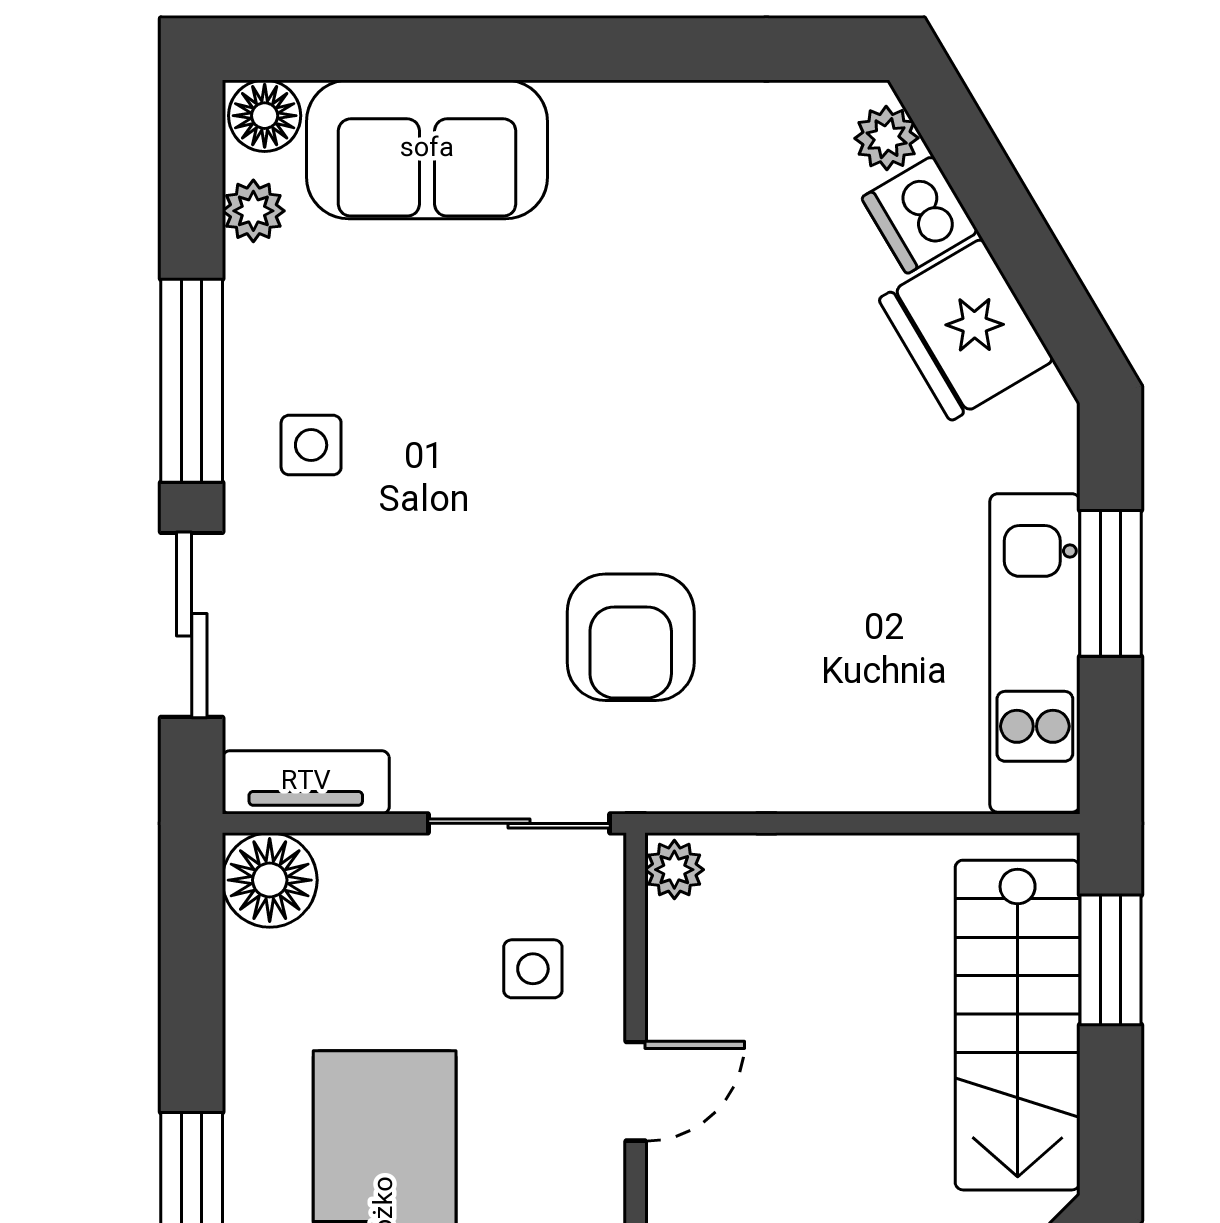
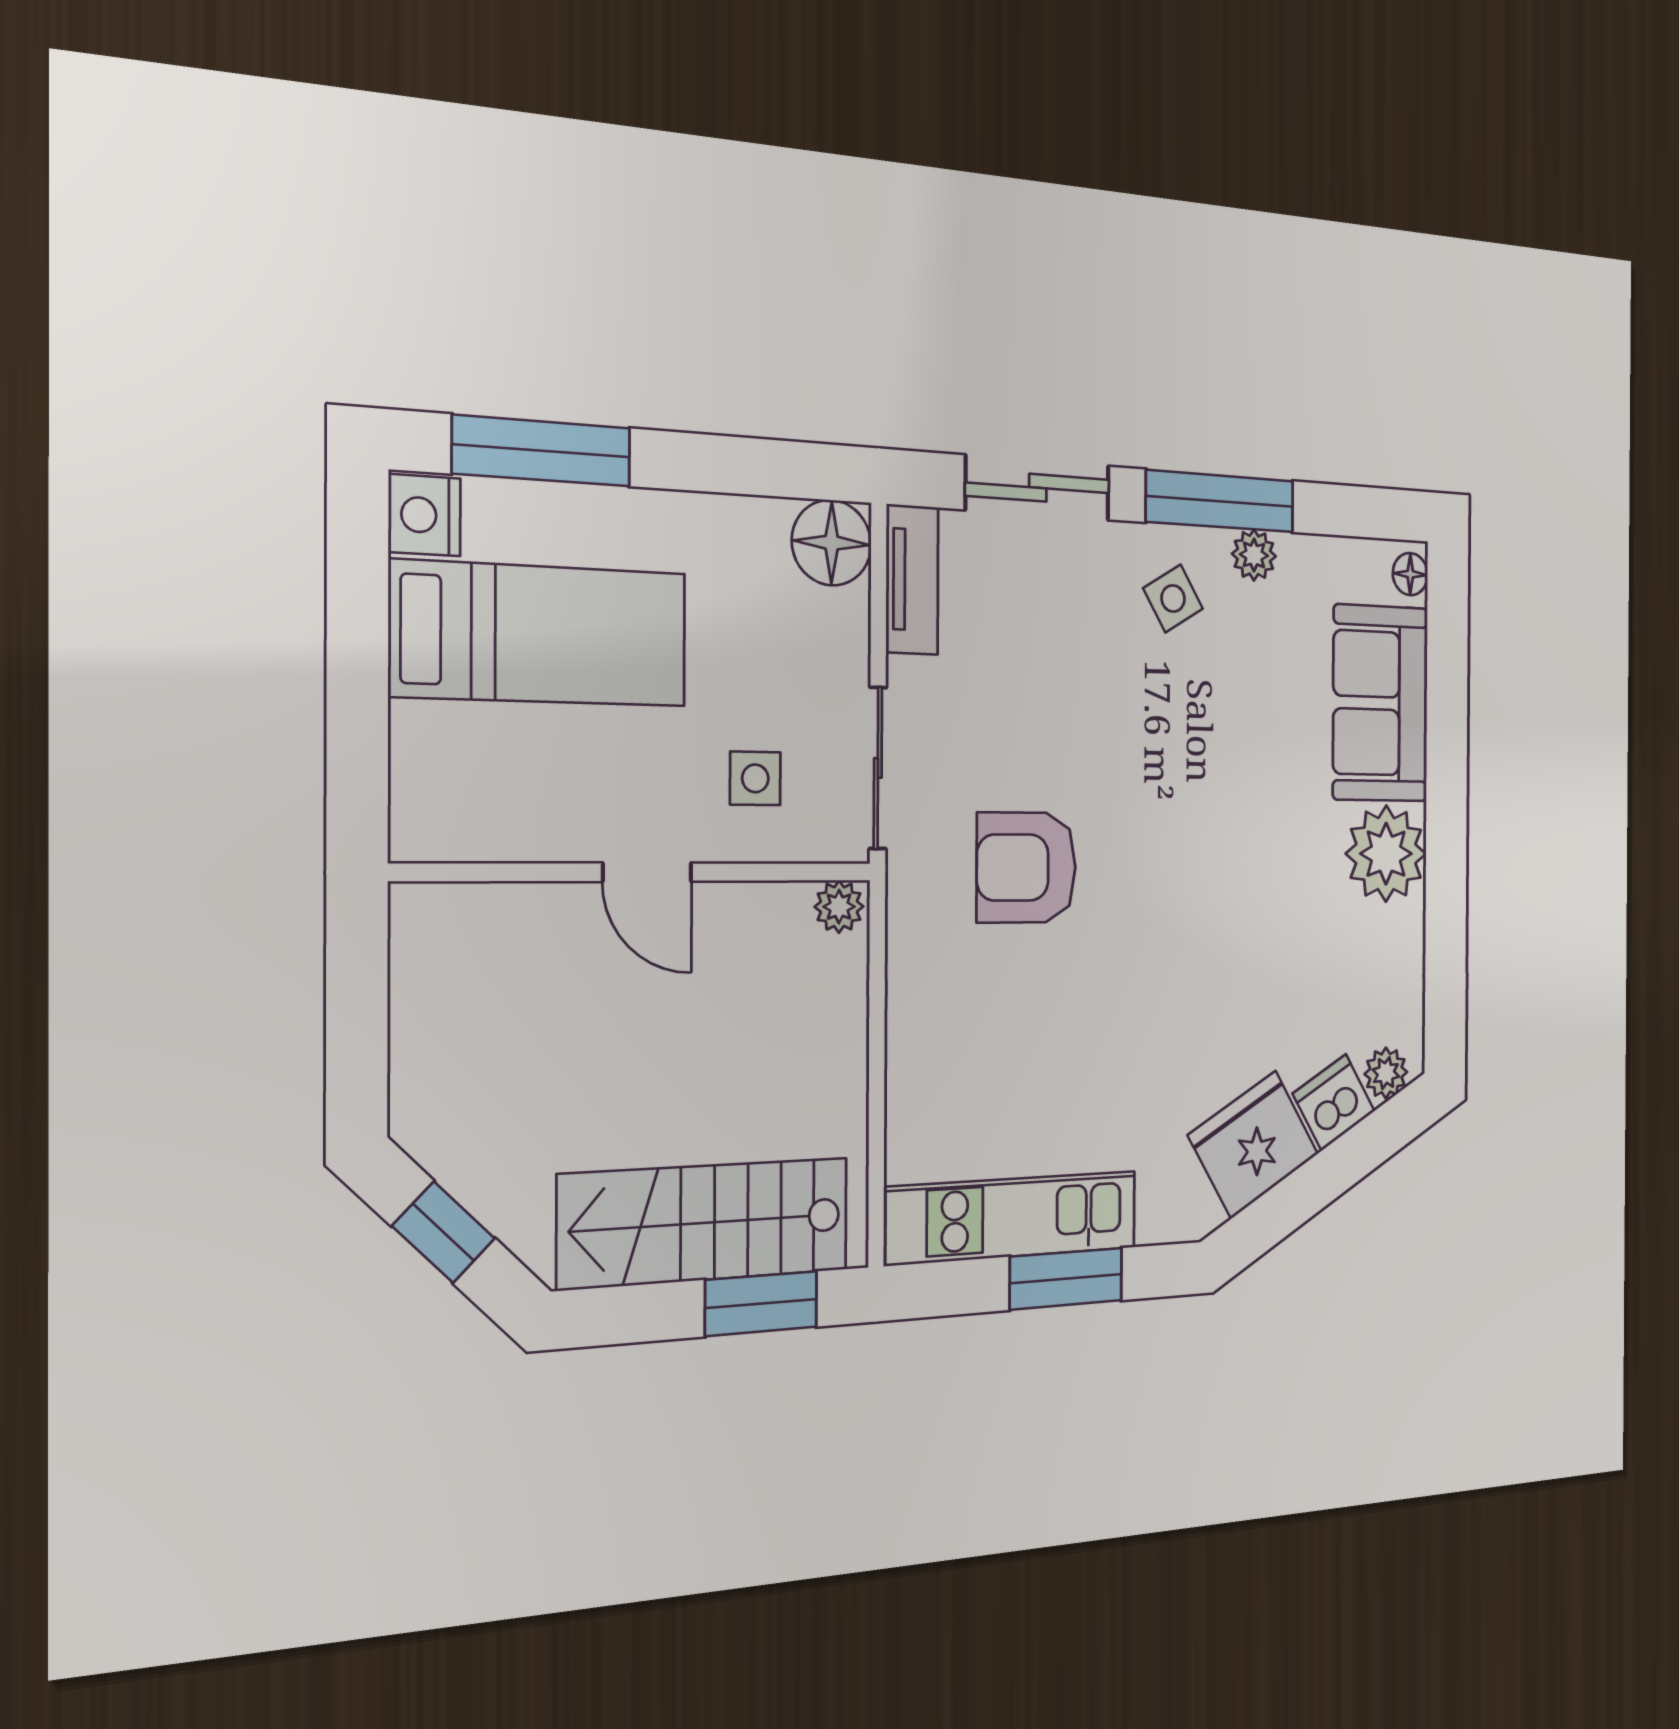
floor lamp: (265, 116) -> (1410, 574), width x0.73, depth x0.73
plant: (613, 140) -> (1386, 854), added
plant: (253, 211) -> (1254, 555), moved
side table: (311, 445) -> (1173, 598), turned -31

